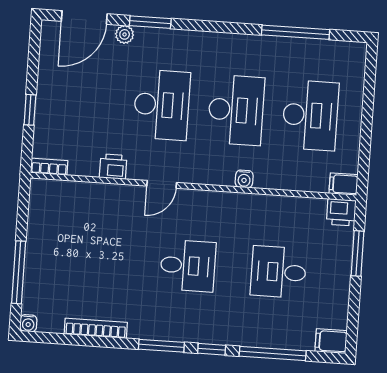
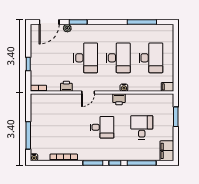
printer: (341, 212) -> (119, 99), moved
desk: (278, 272) -> (142, 127), turned 90
filing cabinet: (331, 341) -> (167, 151), width x2.00

